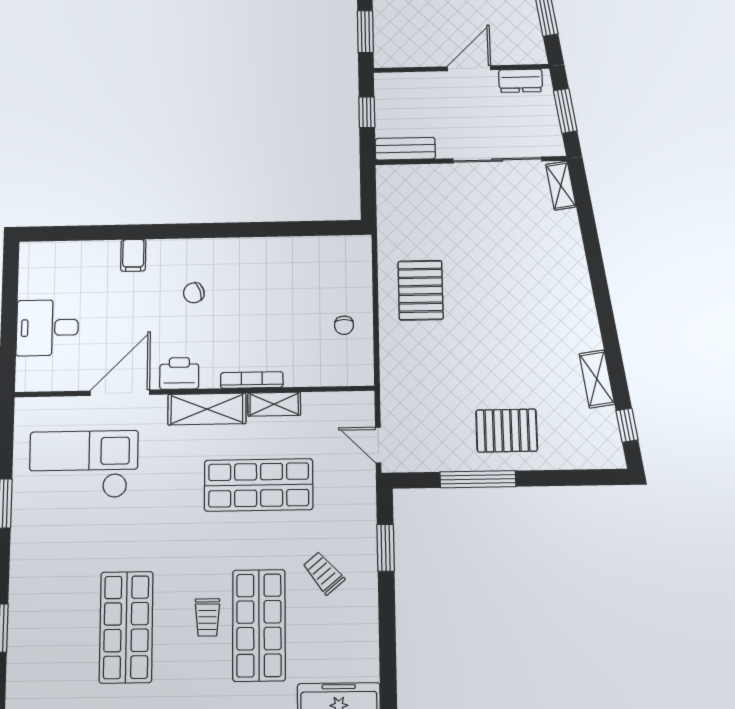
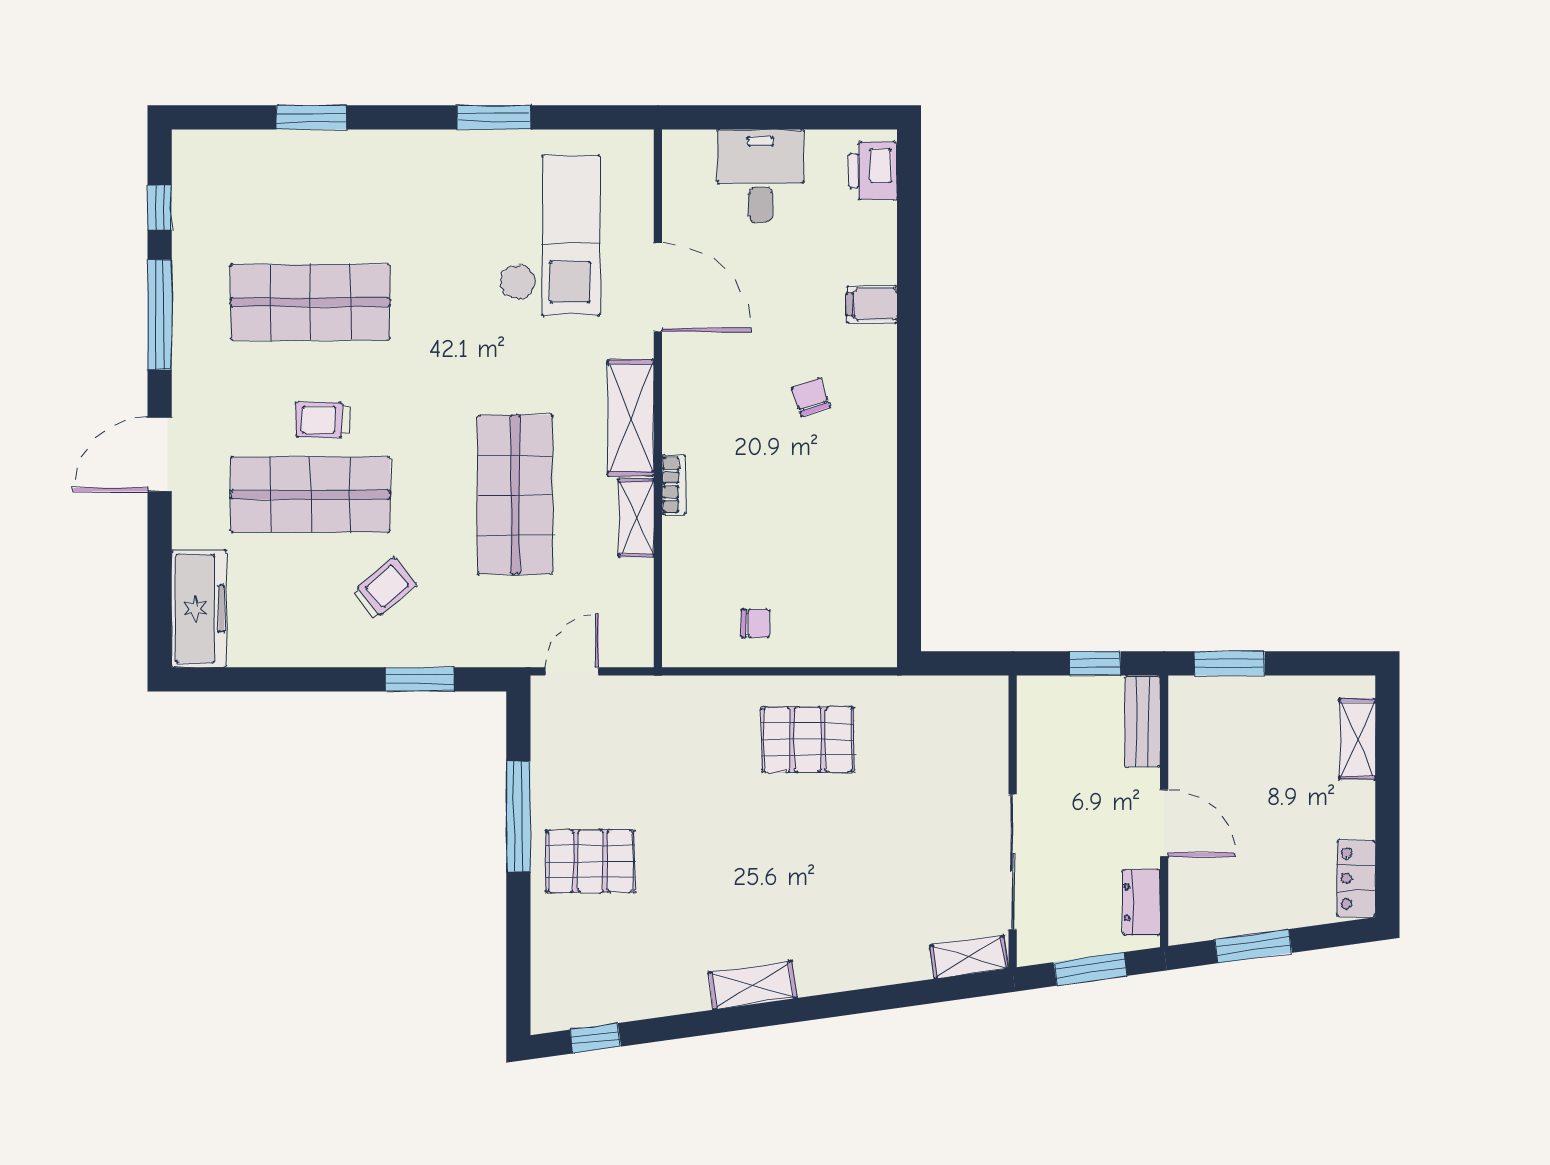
bench: (405, 149) -> (1143, 721), moved
chair: (344, 325) -> (756, 623), turned 180
printer: (179, 373) -> (873, 171), moved, turned 180
shelving: (597, 379) -> (753, 985), moved
bookcase: (252, 380) -> (674, 485), width x0.64
pallet: (507, 431) -> (590, 861), turned 90

